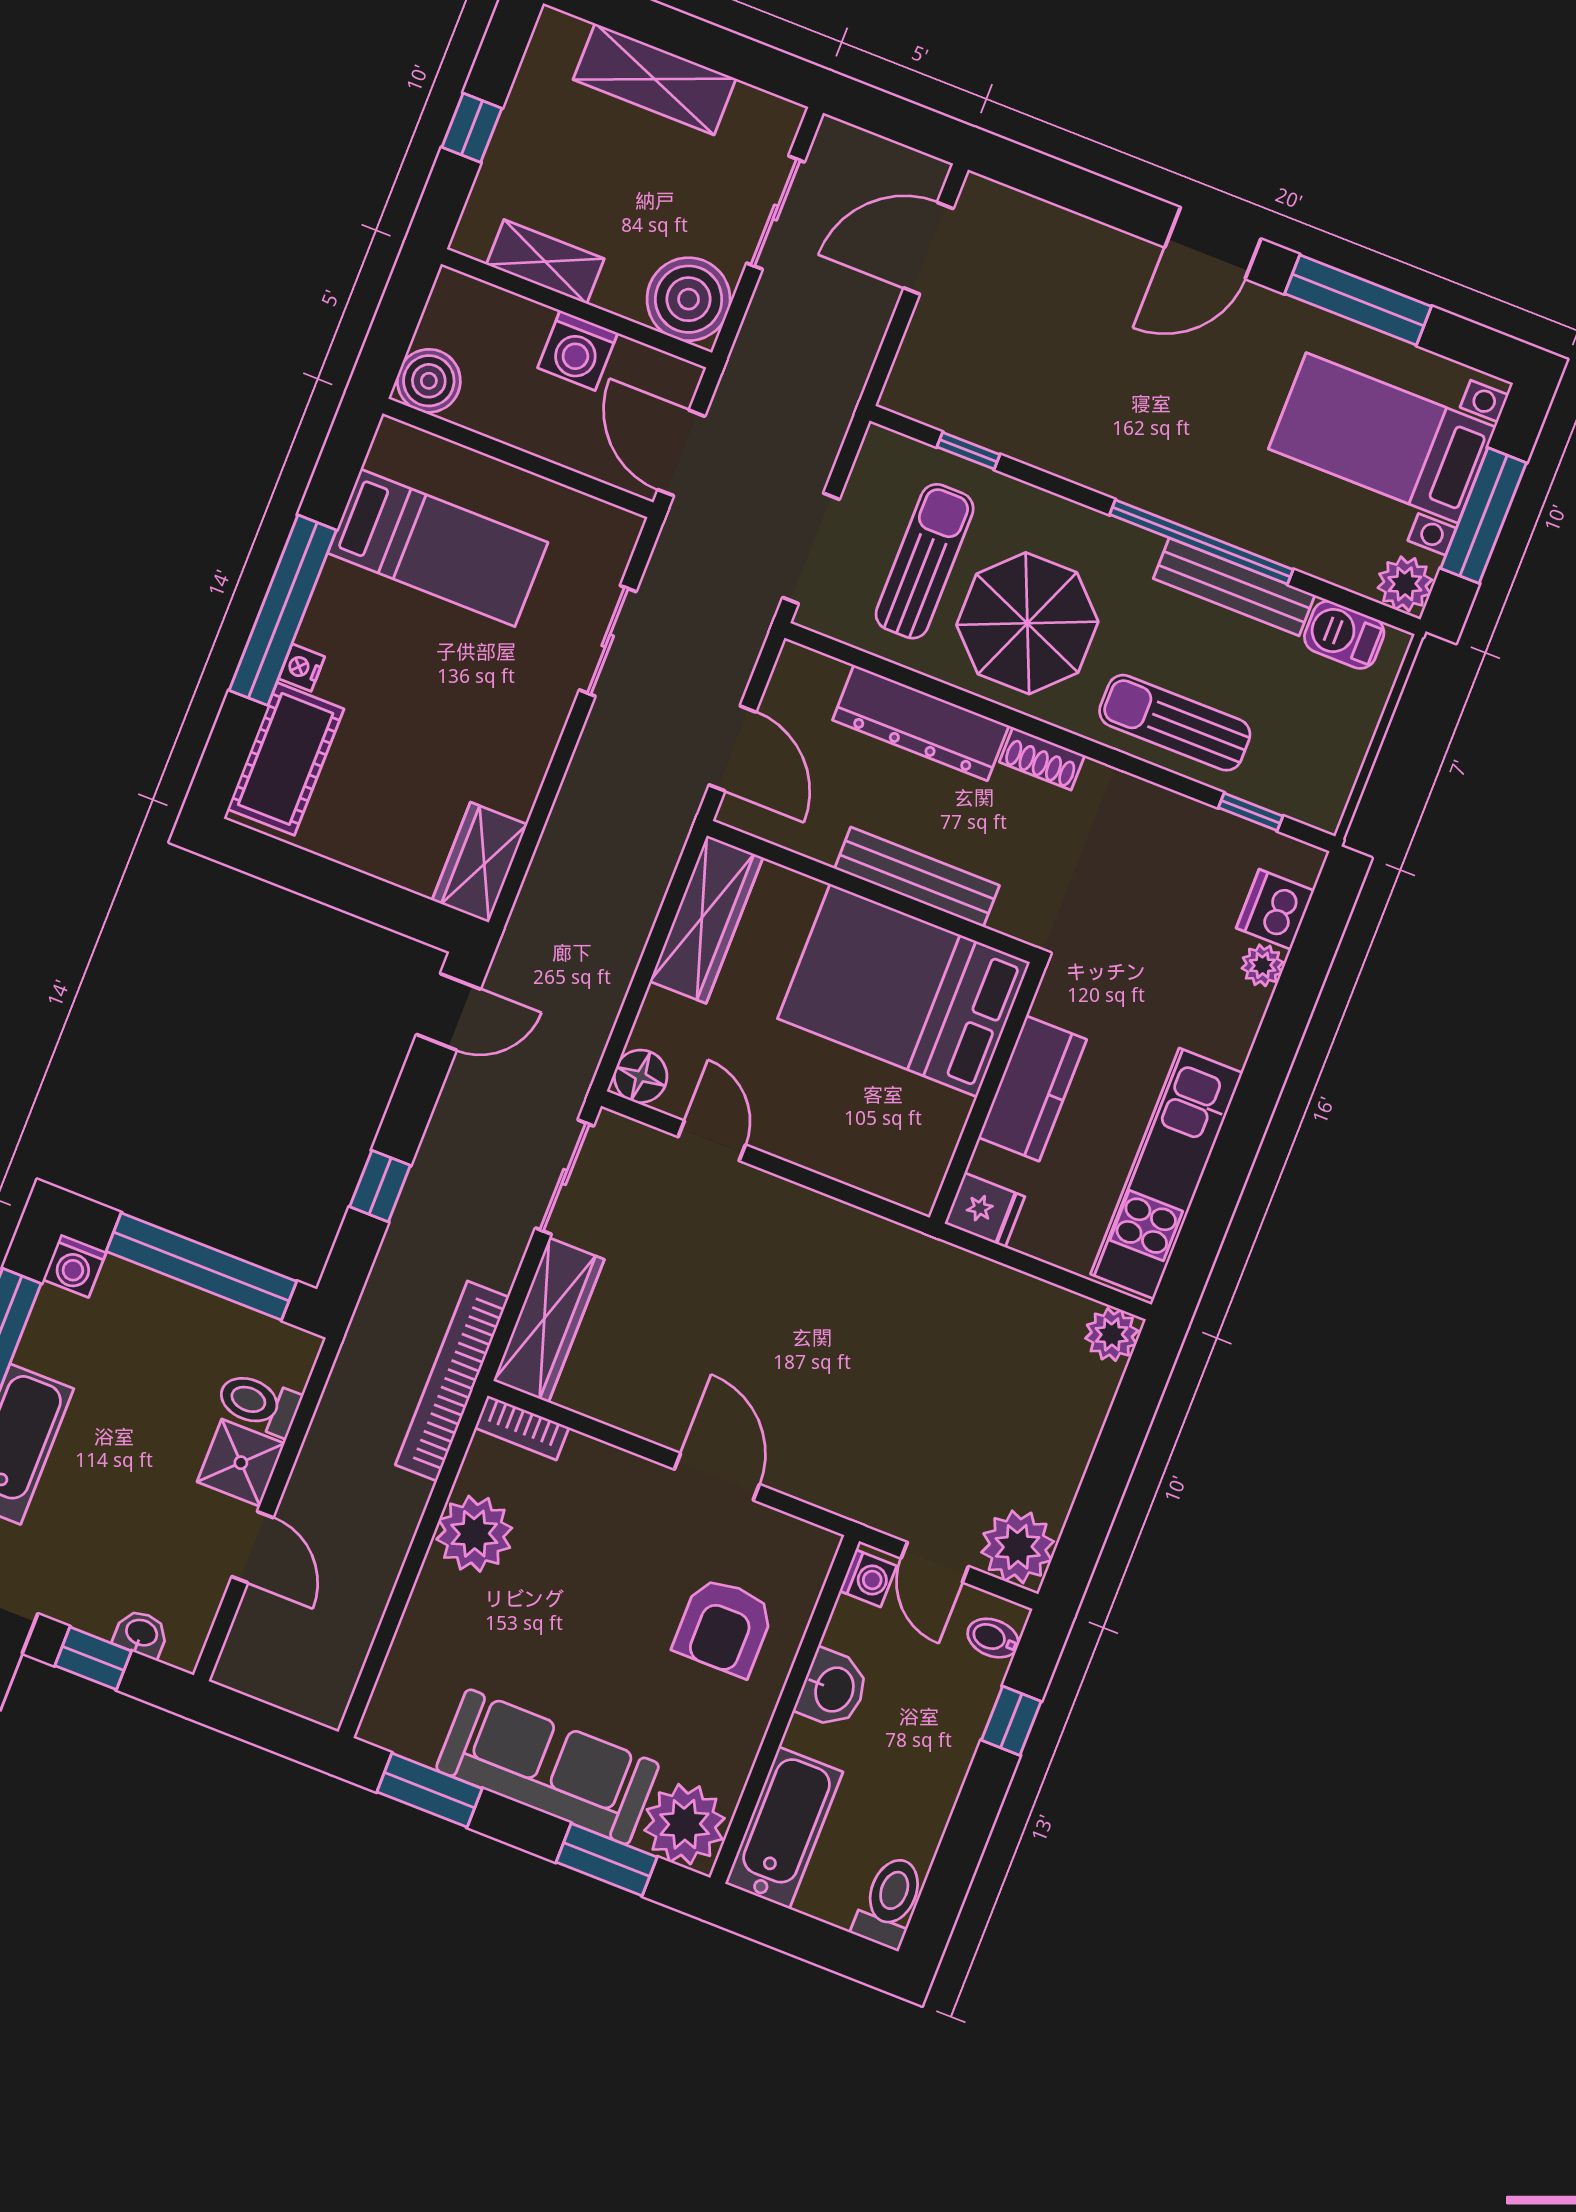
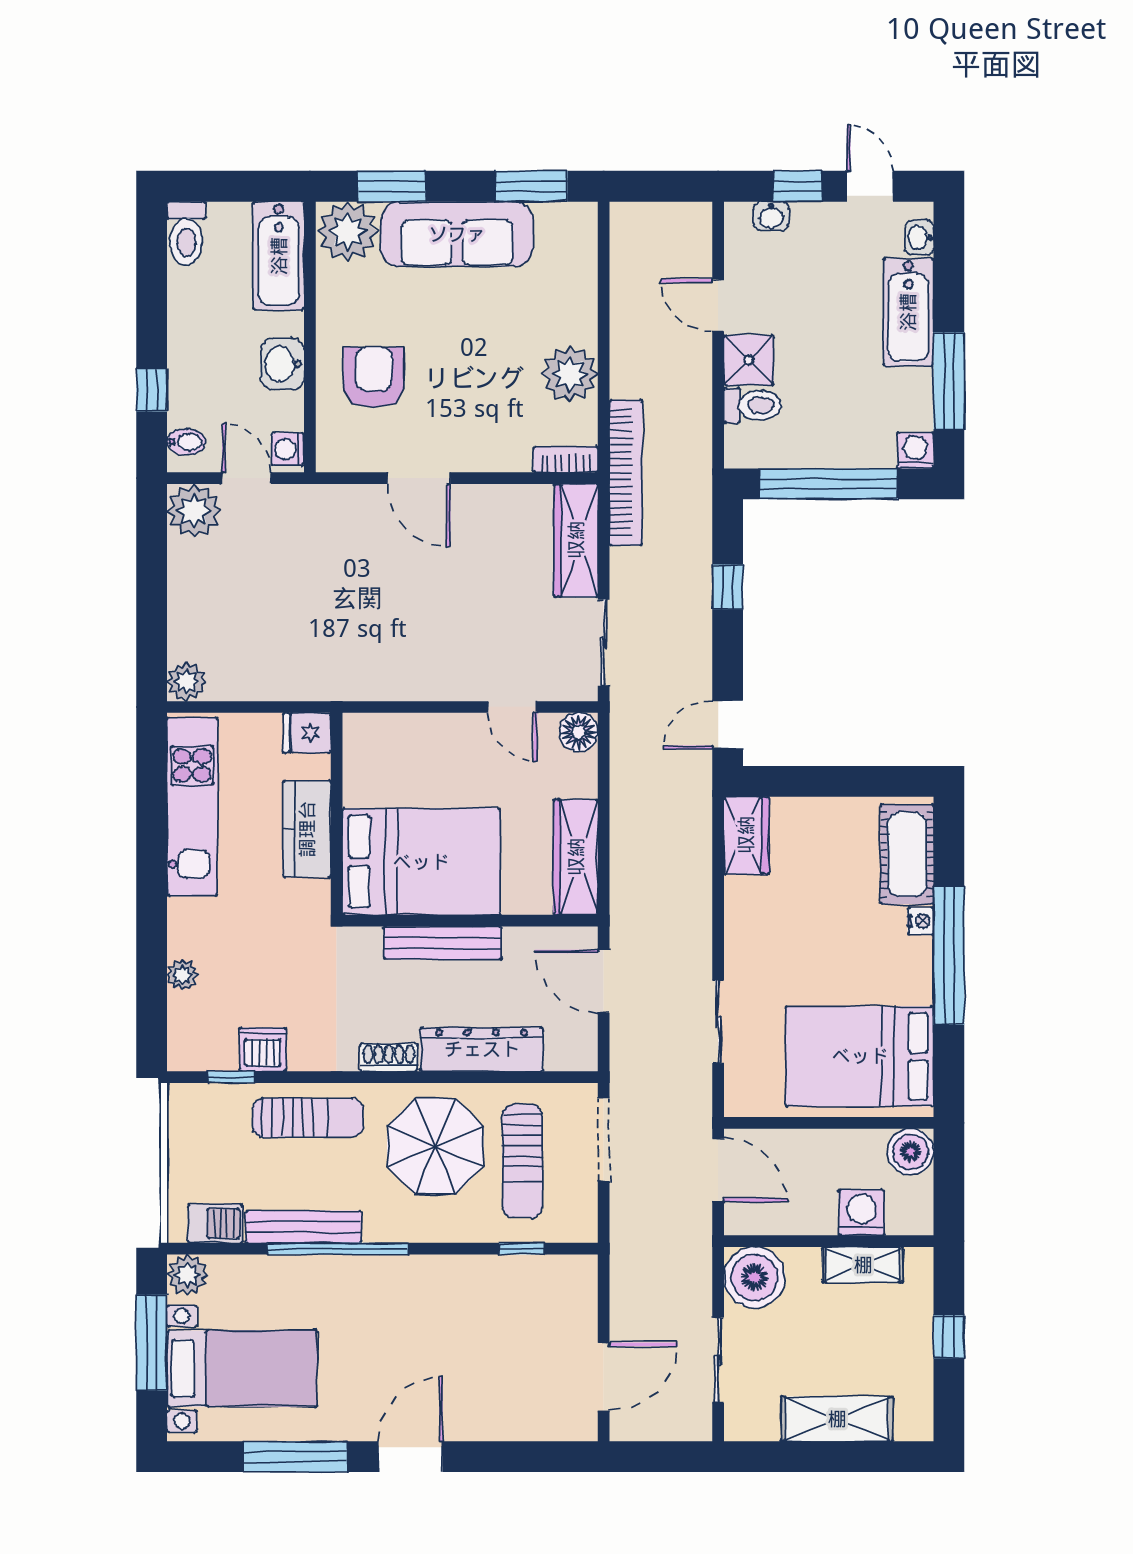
washing machine: (578, 350) -> (861, 1213), moved
bed: (438, 548) -> (860, 1056), width x1.50
dishwasher: (1275, 909) -> (263, 1050), moved, turned -90

